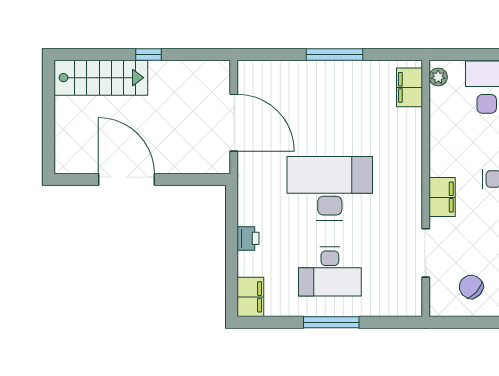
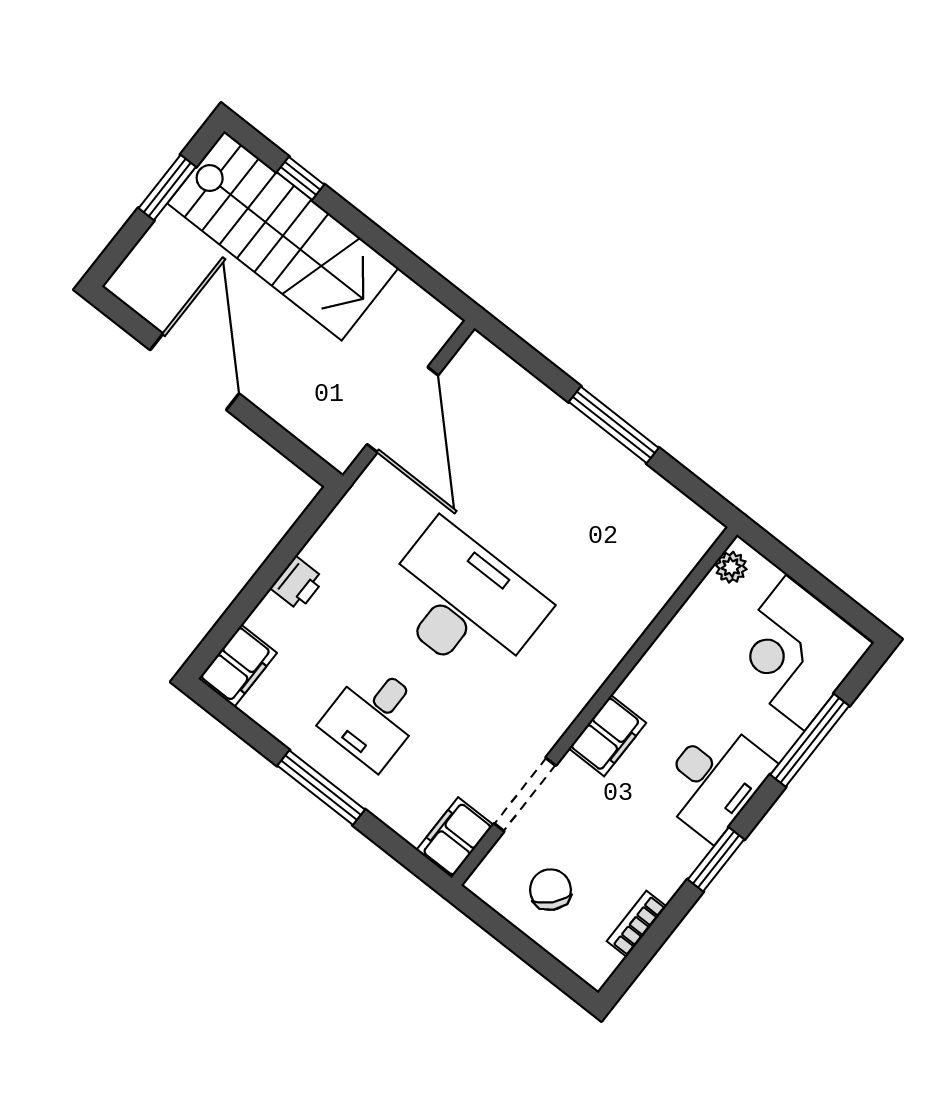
window: (149, 54) -> (301, 178), moved
stairs: (101, 78) -> (283, 236), width x1.36, depth x1.51
filing cabinet: (409, 87) -> (455, 838), moved
window: (49, 106) -> (167, 187), added
desk: (330, 272) -> (374, 717), width x0.73

